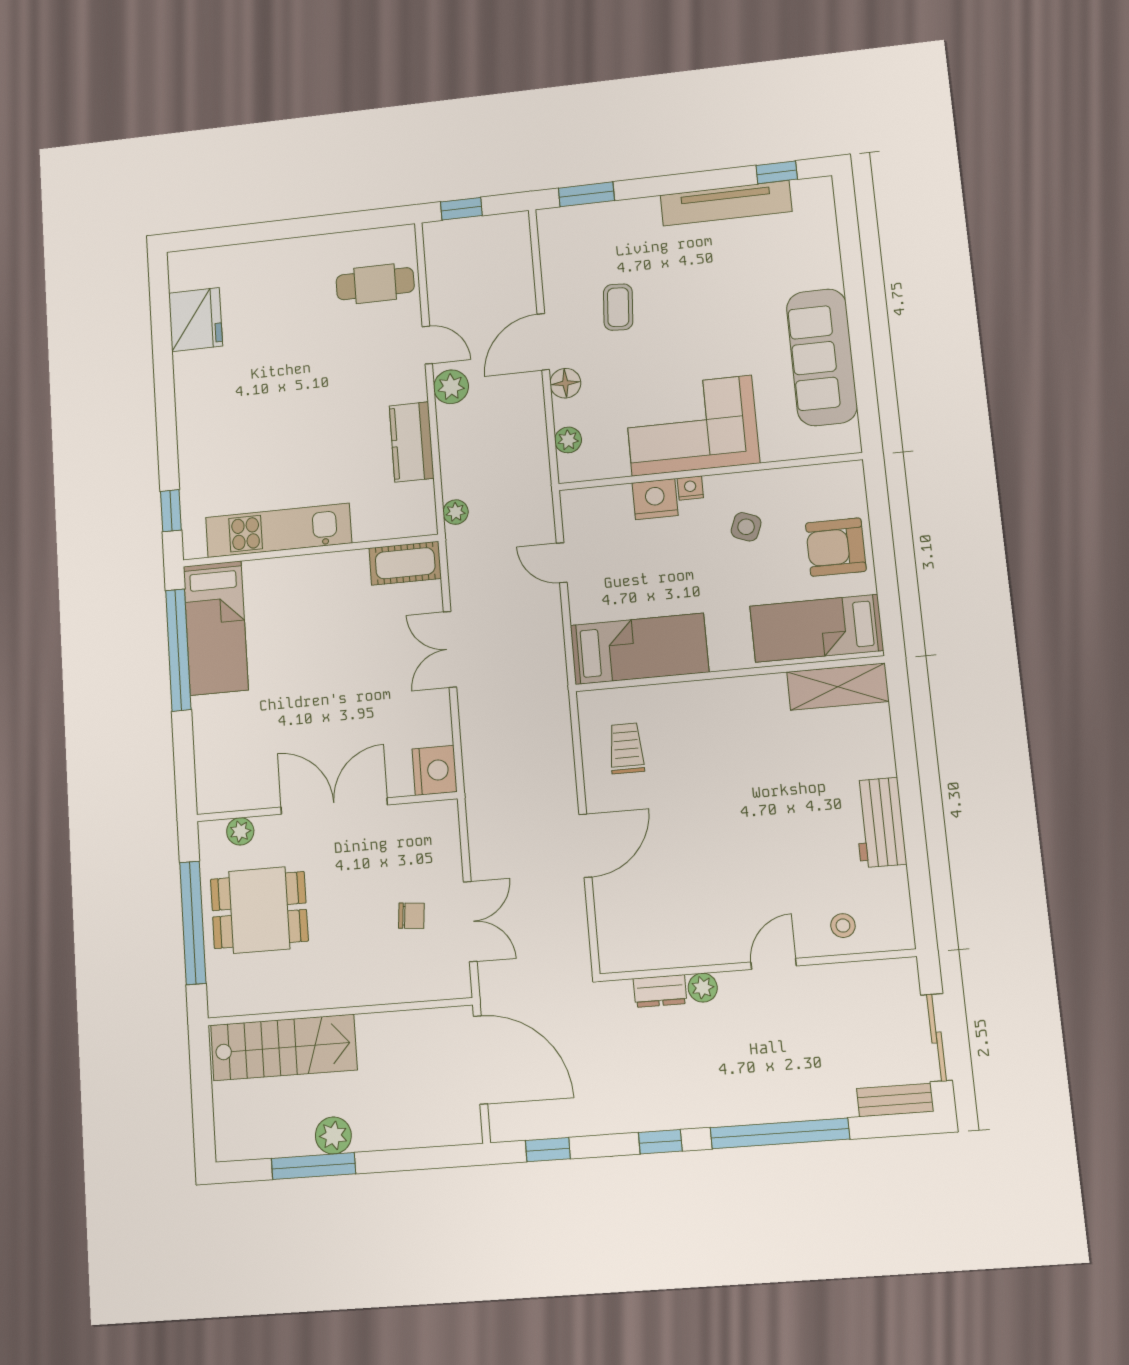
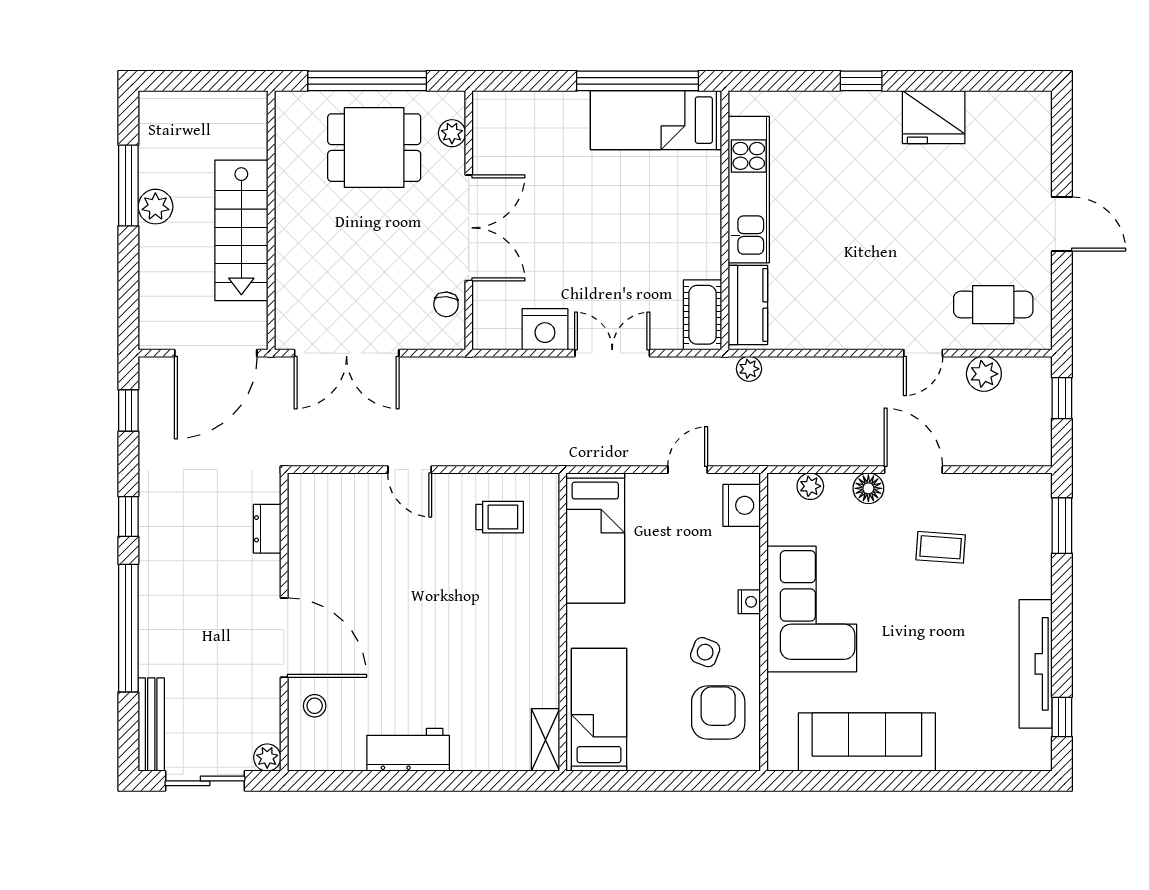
door: (293, 228) -> (1062, 224), added
cafe table: (375, 284) -> (993, 305), turned 90
fridge: (196, 320) -> (934, 117), moved
plant: (451, 387) -> (984, 374), moved
kitchen counter: (412, 442) -> (748, 305), moved, turned 90
nightstand: (655, 499) -> (742, 505), moved
window: (171, 511) -> (861, 81), moved
armchair: (836, 547) -> (718, 712), moved
shelving: (838, 687) -> (545, 740), width x0.67, depth x0.75
nightstand: (435, 770) -> (545, 329), moved
door: (585, 846) -> (410, 470), width x0.73
dining table: (259, 910) -> (374, 148), turned 90
chair: (411, 916) -> (446, 304), moved
double door: (470, 922) -> (347, 353), width x1.37
door: (774, 964) -> (284, 638), width x1.87
plant: (703, 988) -> (267, 758), moved
stairs: (284, 1047) -> (241, 230), moved
bench: (895, 1100) -> (151, 725), width x1.36

